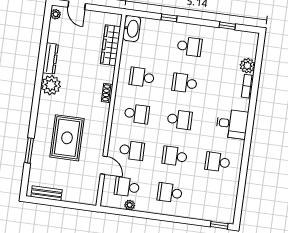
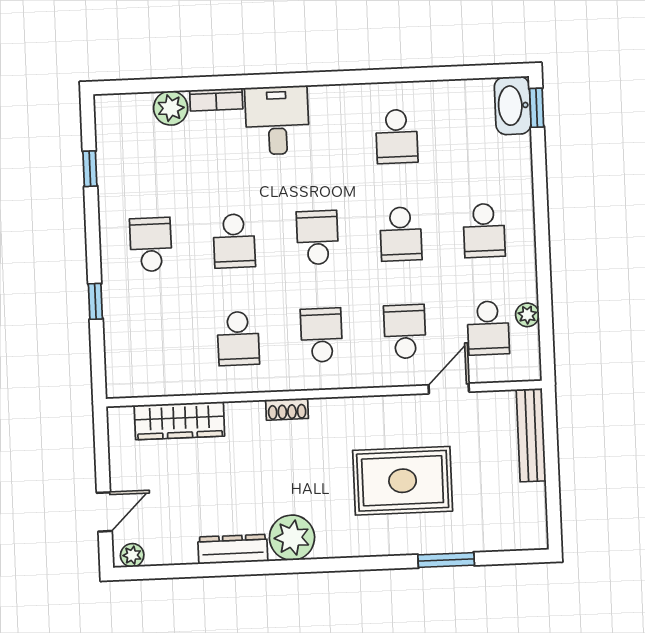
washbasin: (132, 29) -> (513, 105), moved, turned -90
desk: (232, 124) -> (277, 120), moved
bench: (47, 193) -> (531, 435), moved, width x1.36

